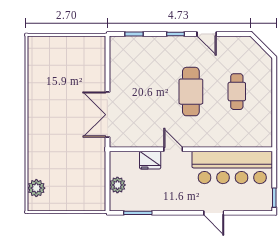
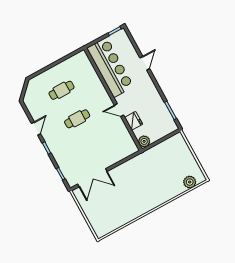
cafe table: (191, 92) -> (77, 119), width x0.73, depth x0.74
double door: (107, 115) -> (92, 178), moved
door: (173, 149) -> (119, 110), hinge flipped
plant: (117, 185) -> (144, 141), moved

